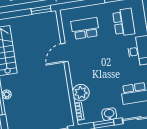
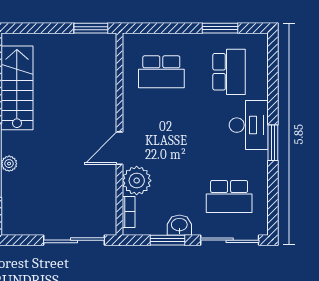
school desk: (85, 28) -> (161, 72), turned 180
door: (64, 53) -> (119, 148), moved

